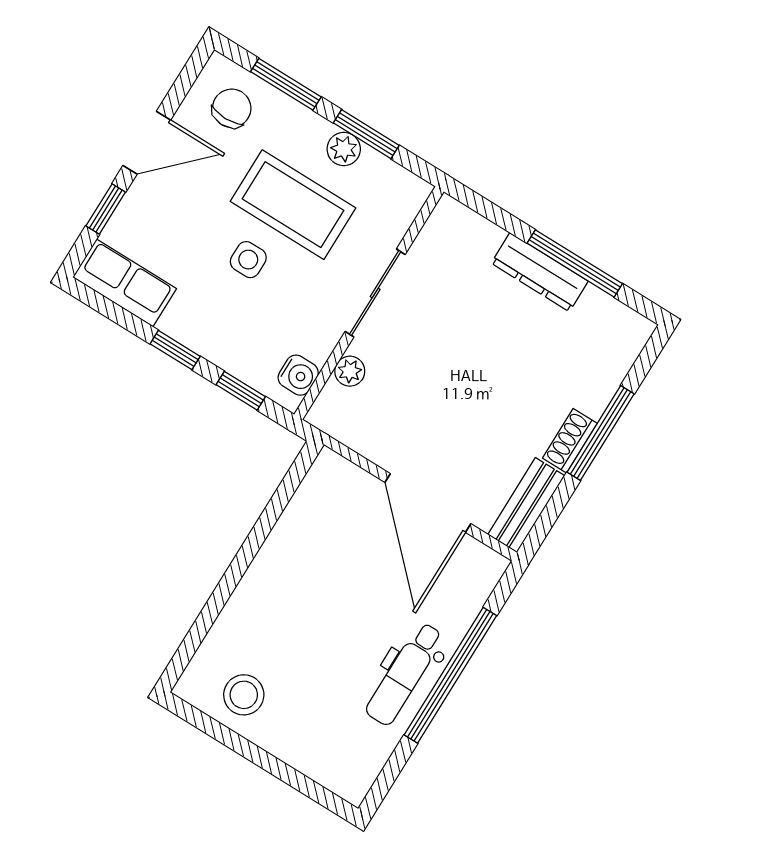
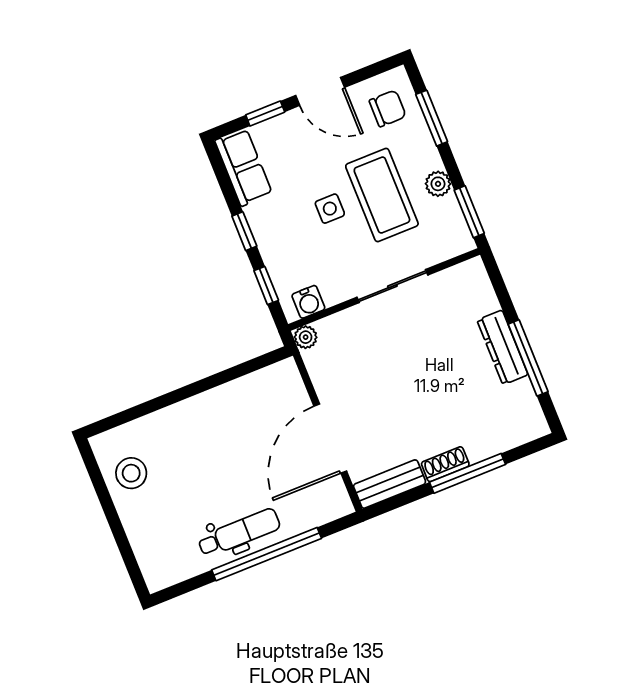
window: (366, 134) -> (469, 212), moved
plant: (350, 371) -> (306, 337), moved
dental chair: (405, 674) -> (239, 533), turned 180

